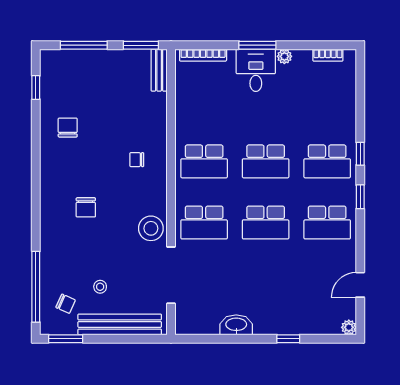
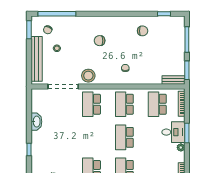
school desk: (266, 223) -> (157, 104), moved

